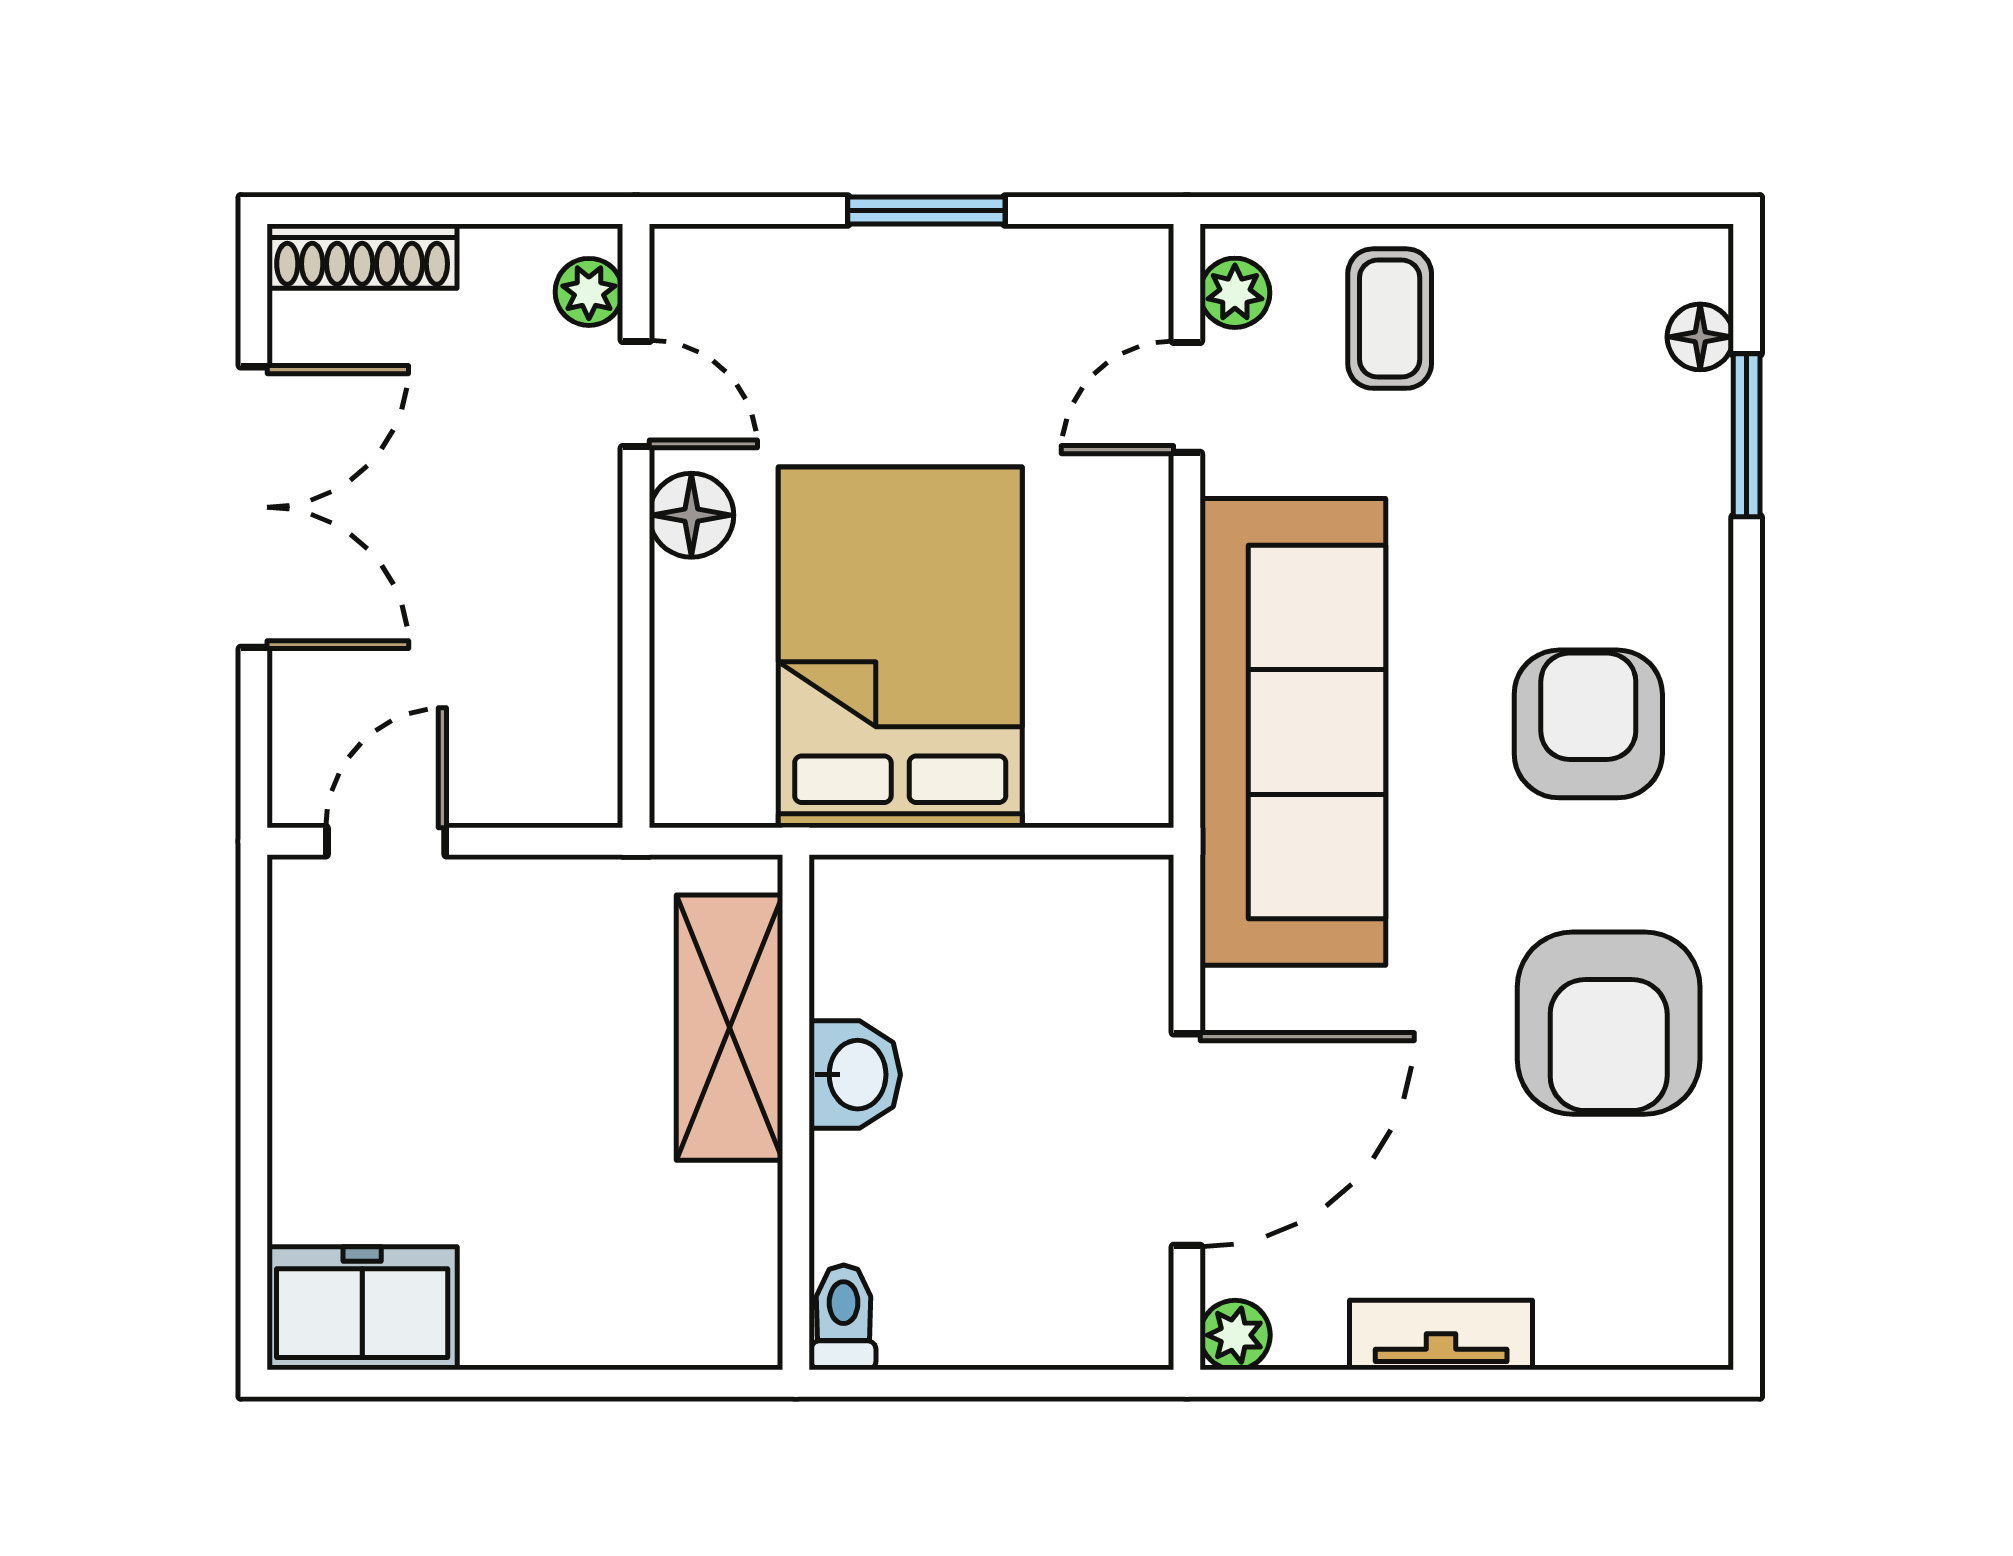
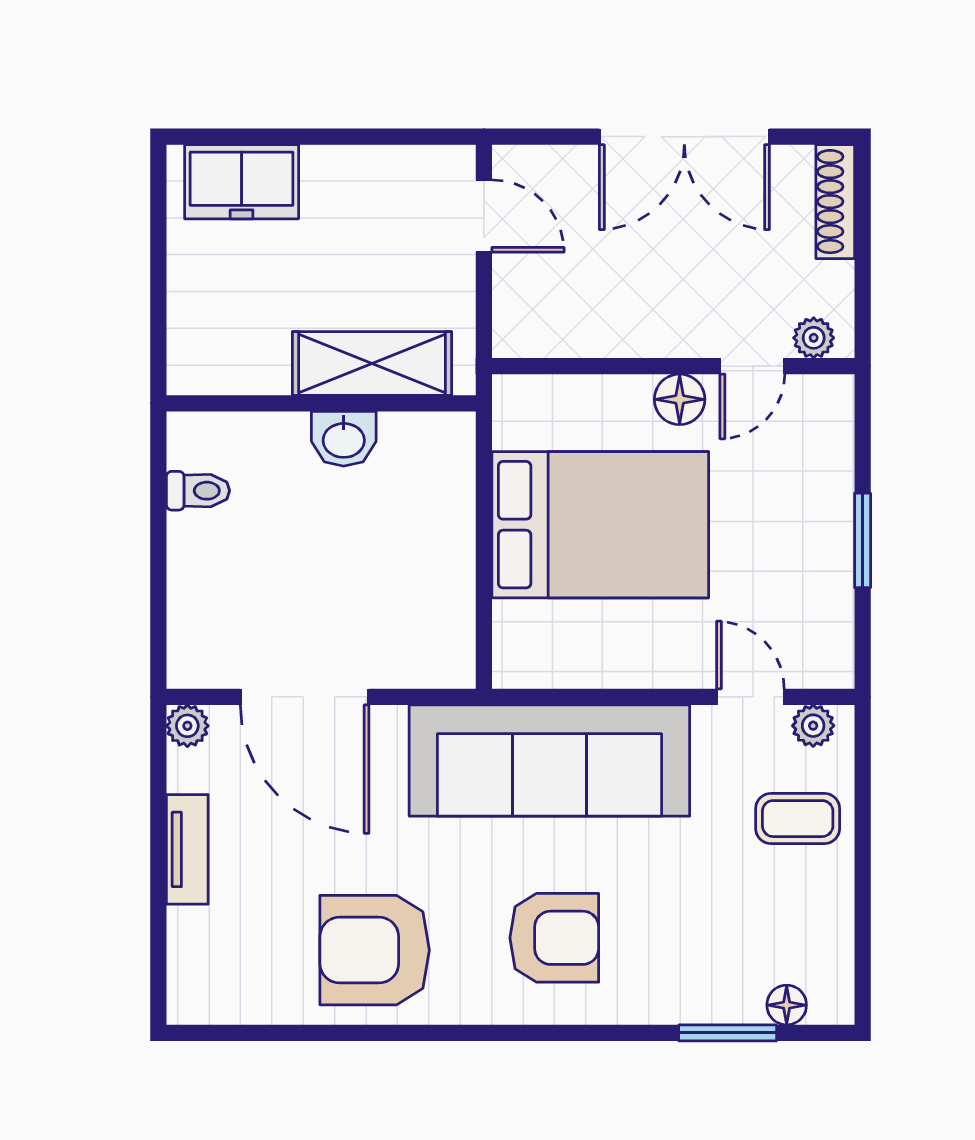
shelving: (729, 1028) -> (372, 364), moved
washbasin: (855, 1075) -> (344, 439), moved
wall: (796, 1112) -> (321, 403), moved
freezer: (362, 1308) -> (242, 182), moved, turned 90

